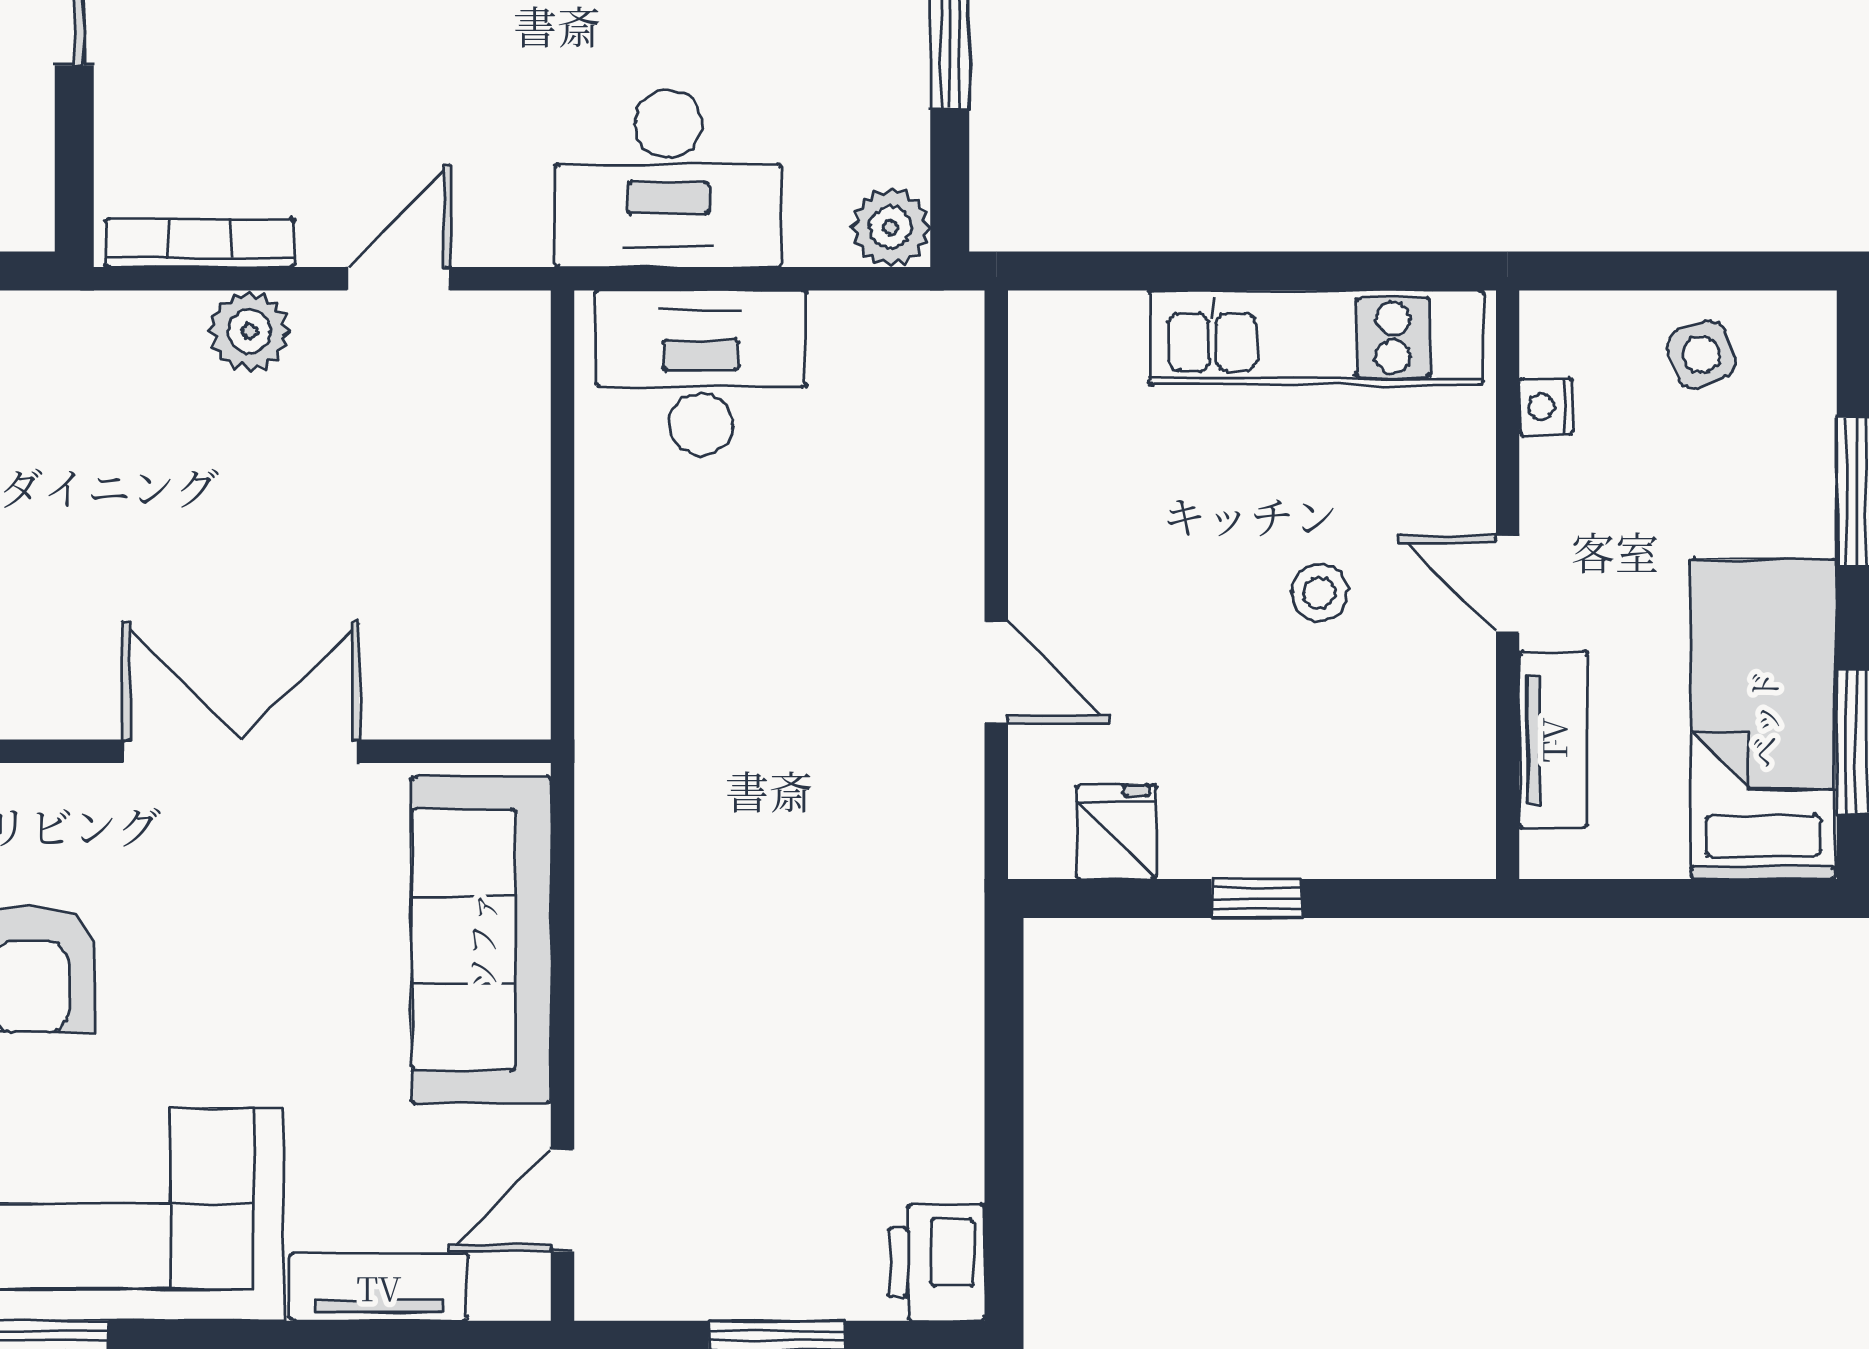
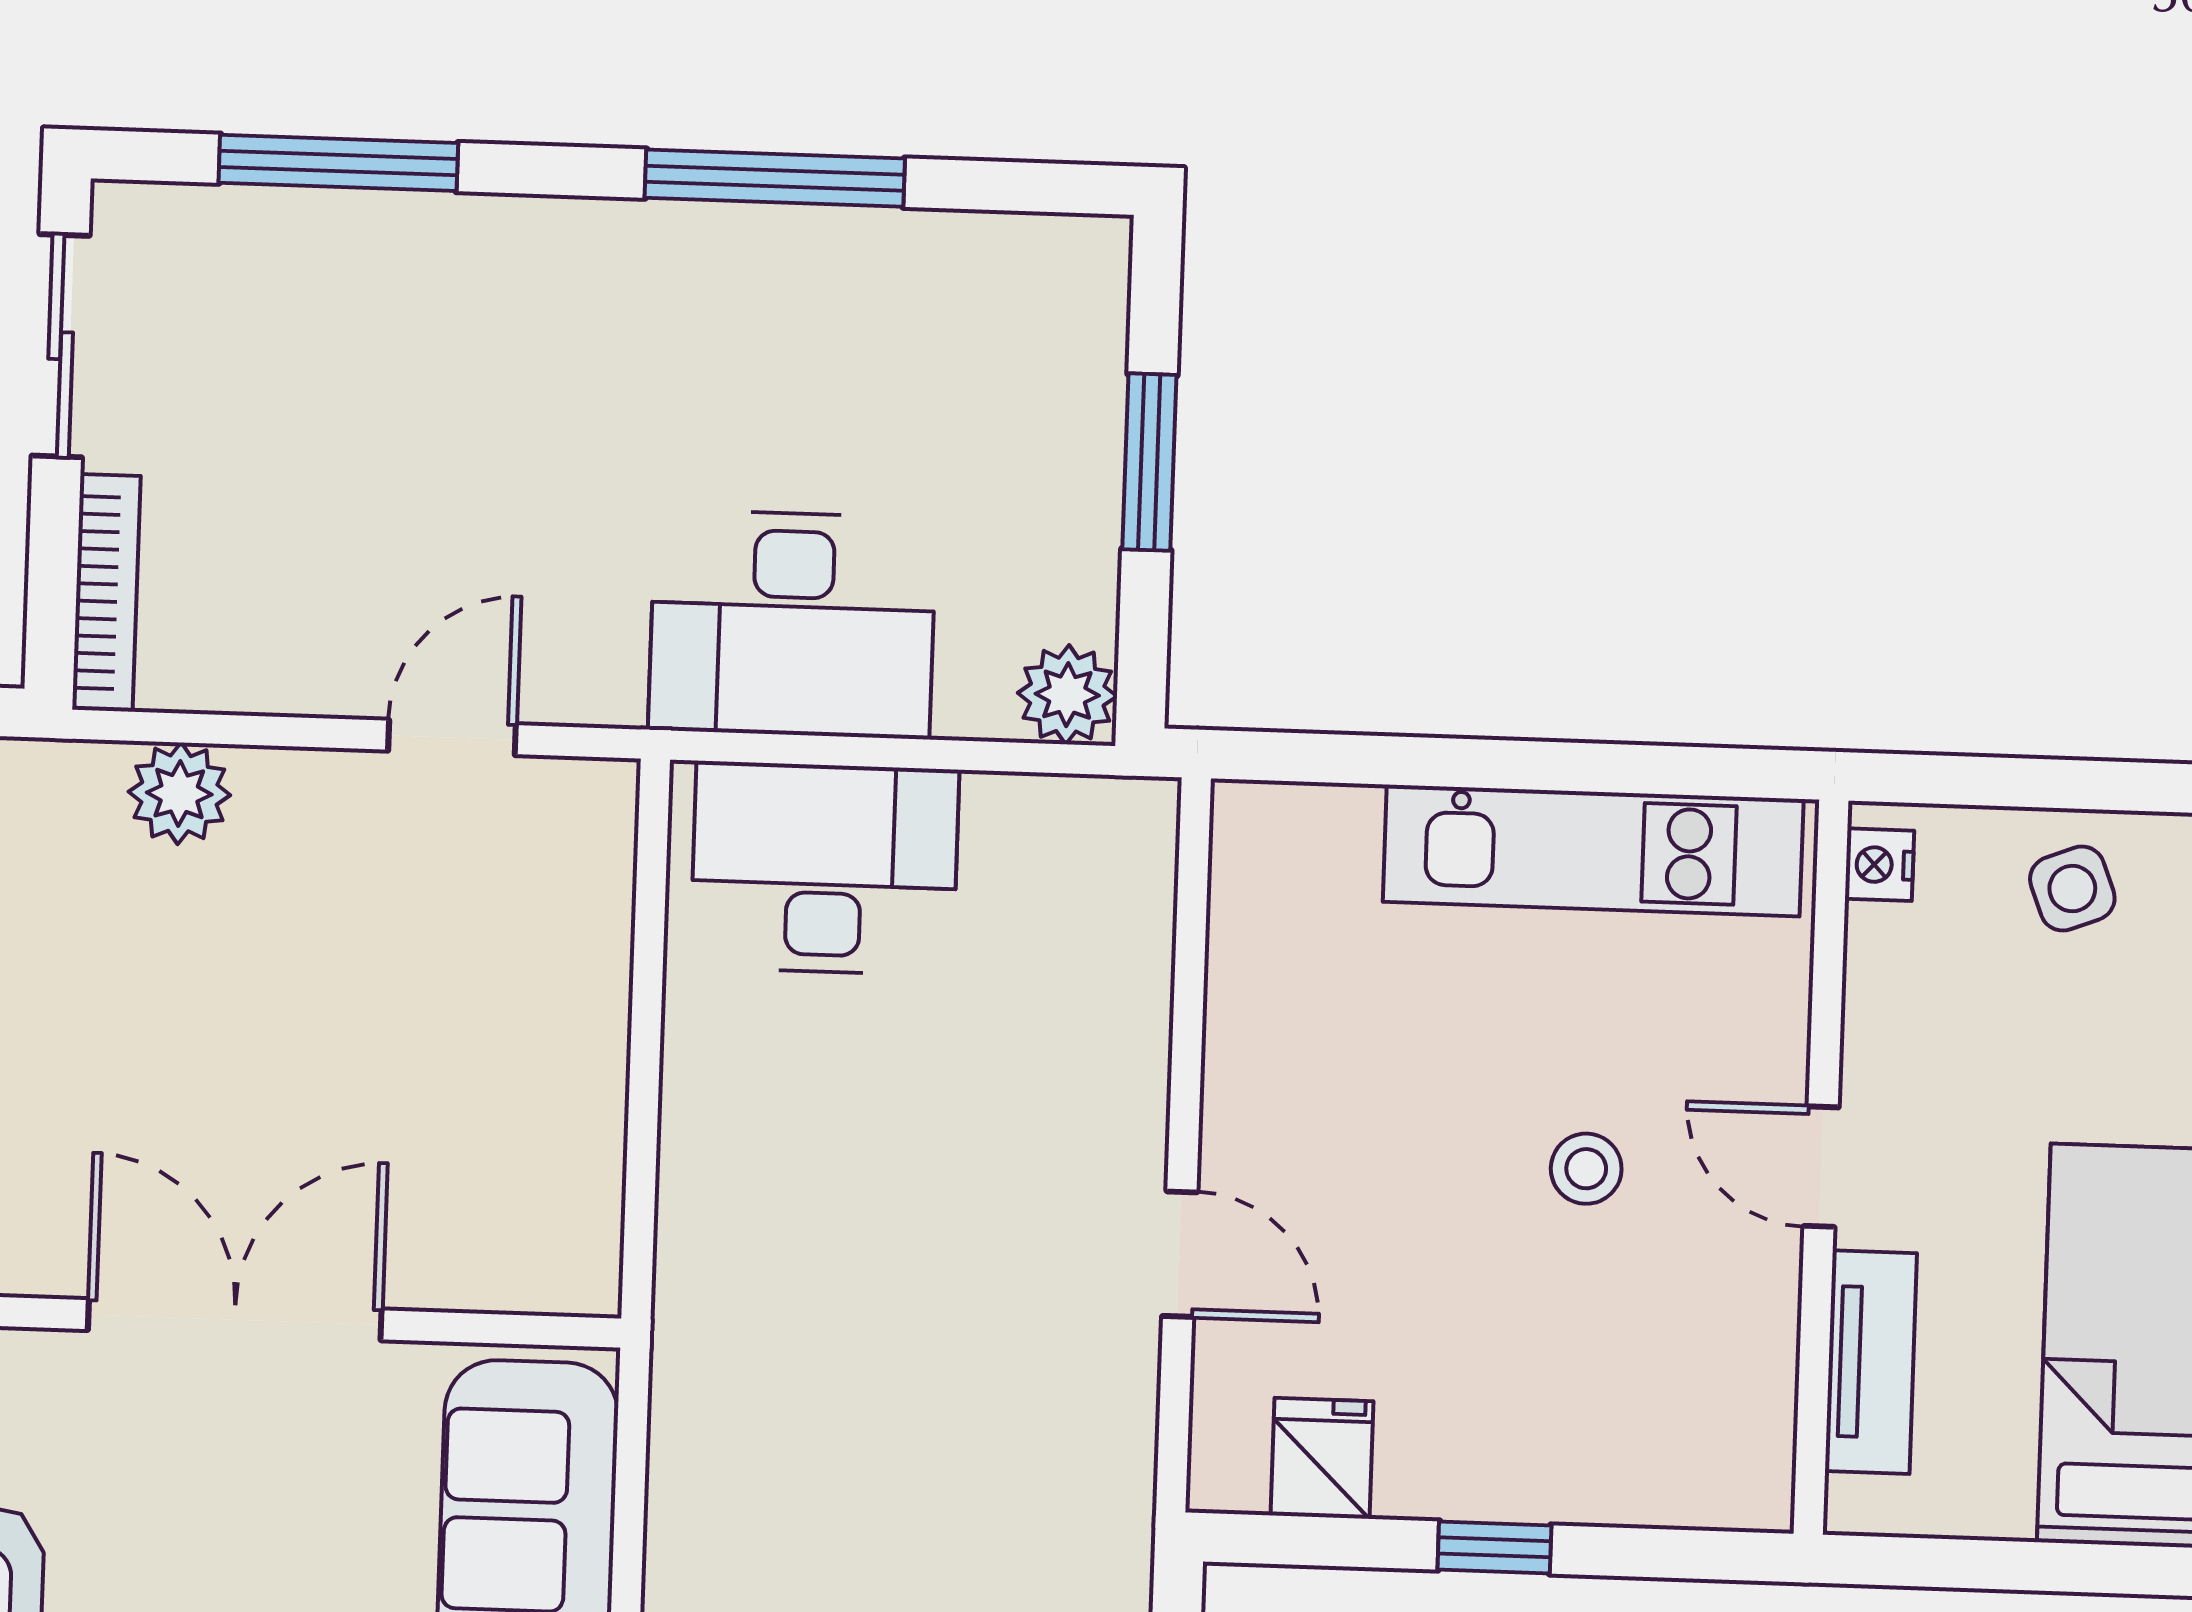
bookcase: (200, 243) -> (106, 593), moved, turned 90
plant: (249, 331) -> (179, 793), moved
nightstand: (1546, 407) -> (1880, 865), moved

